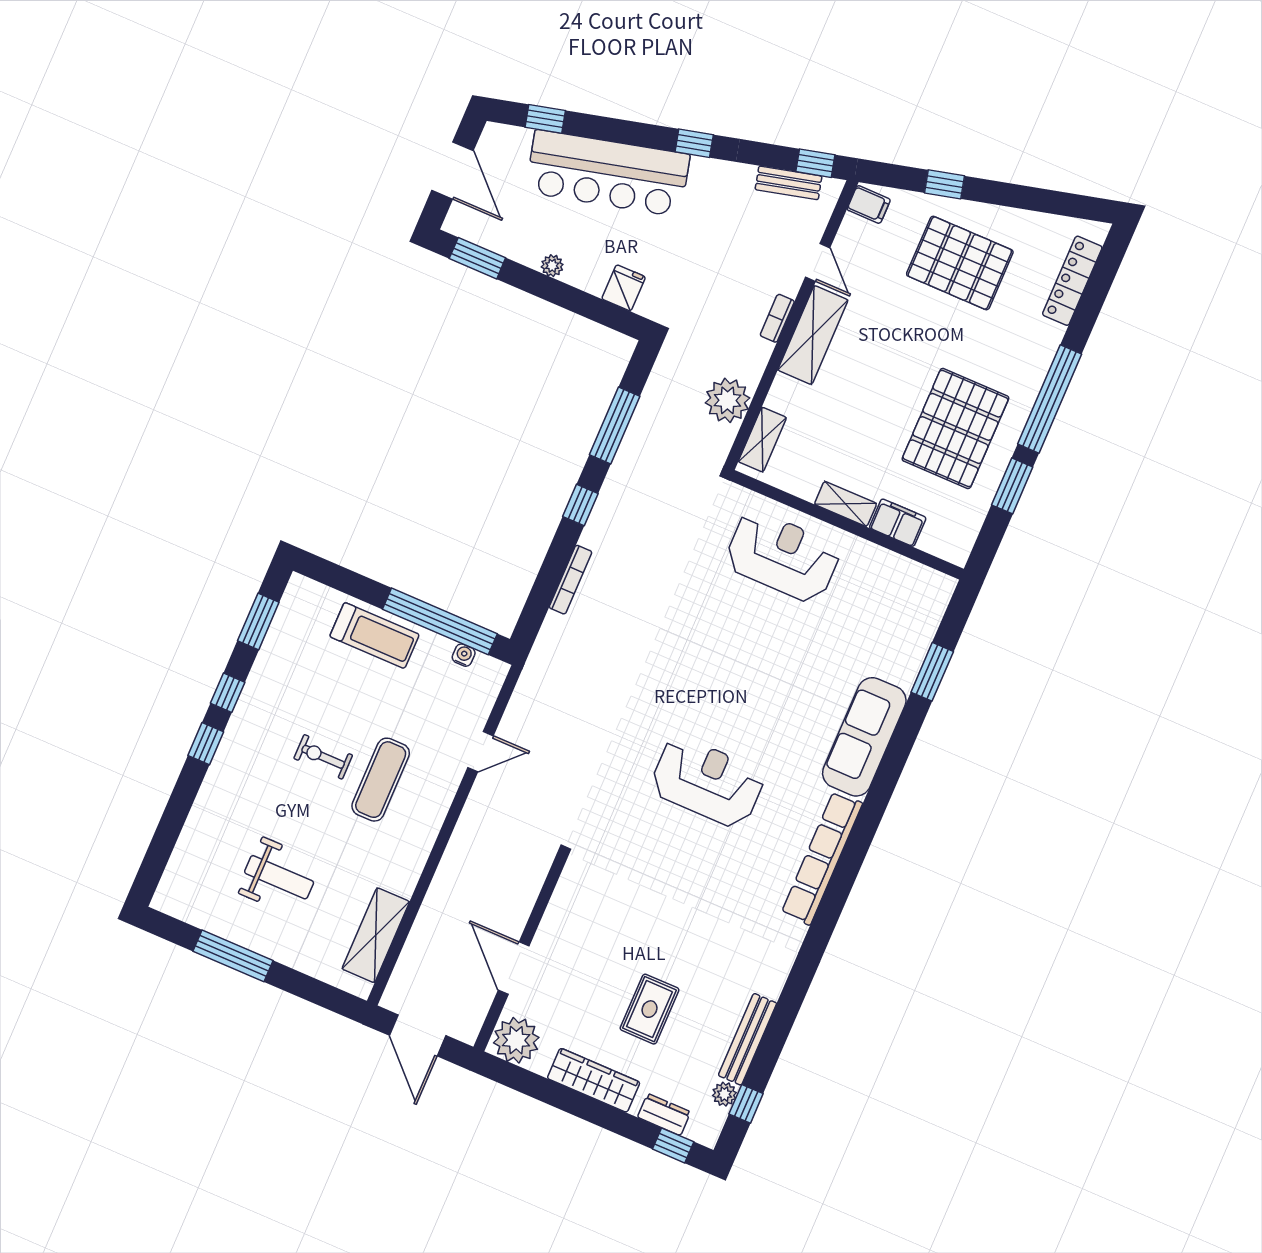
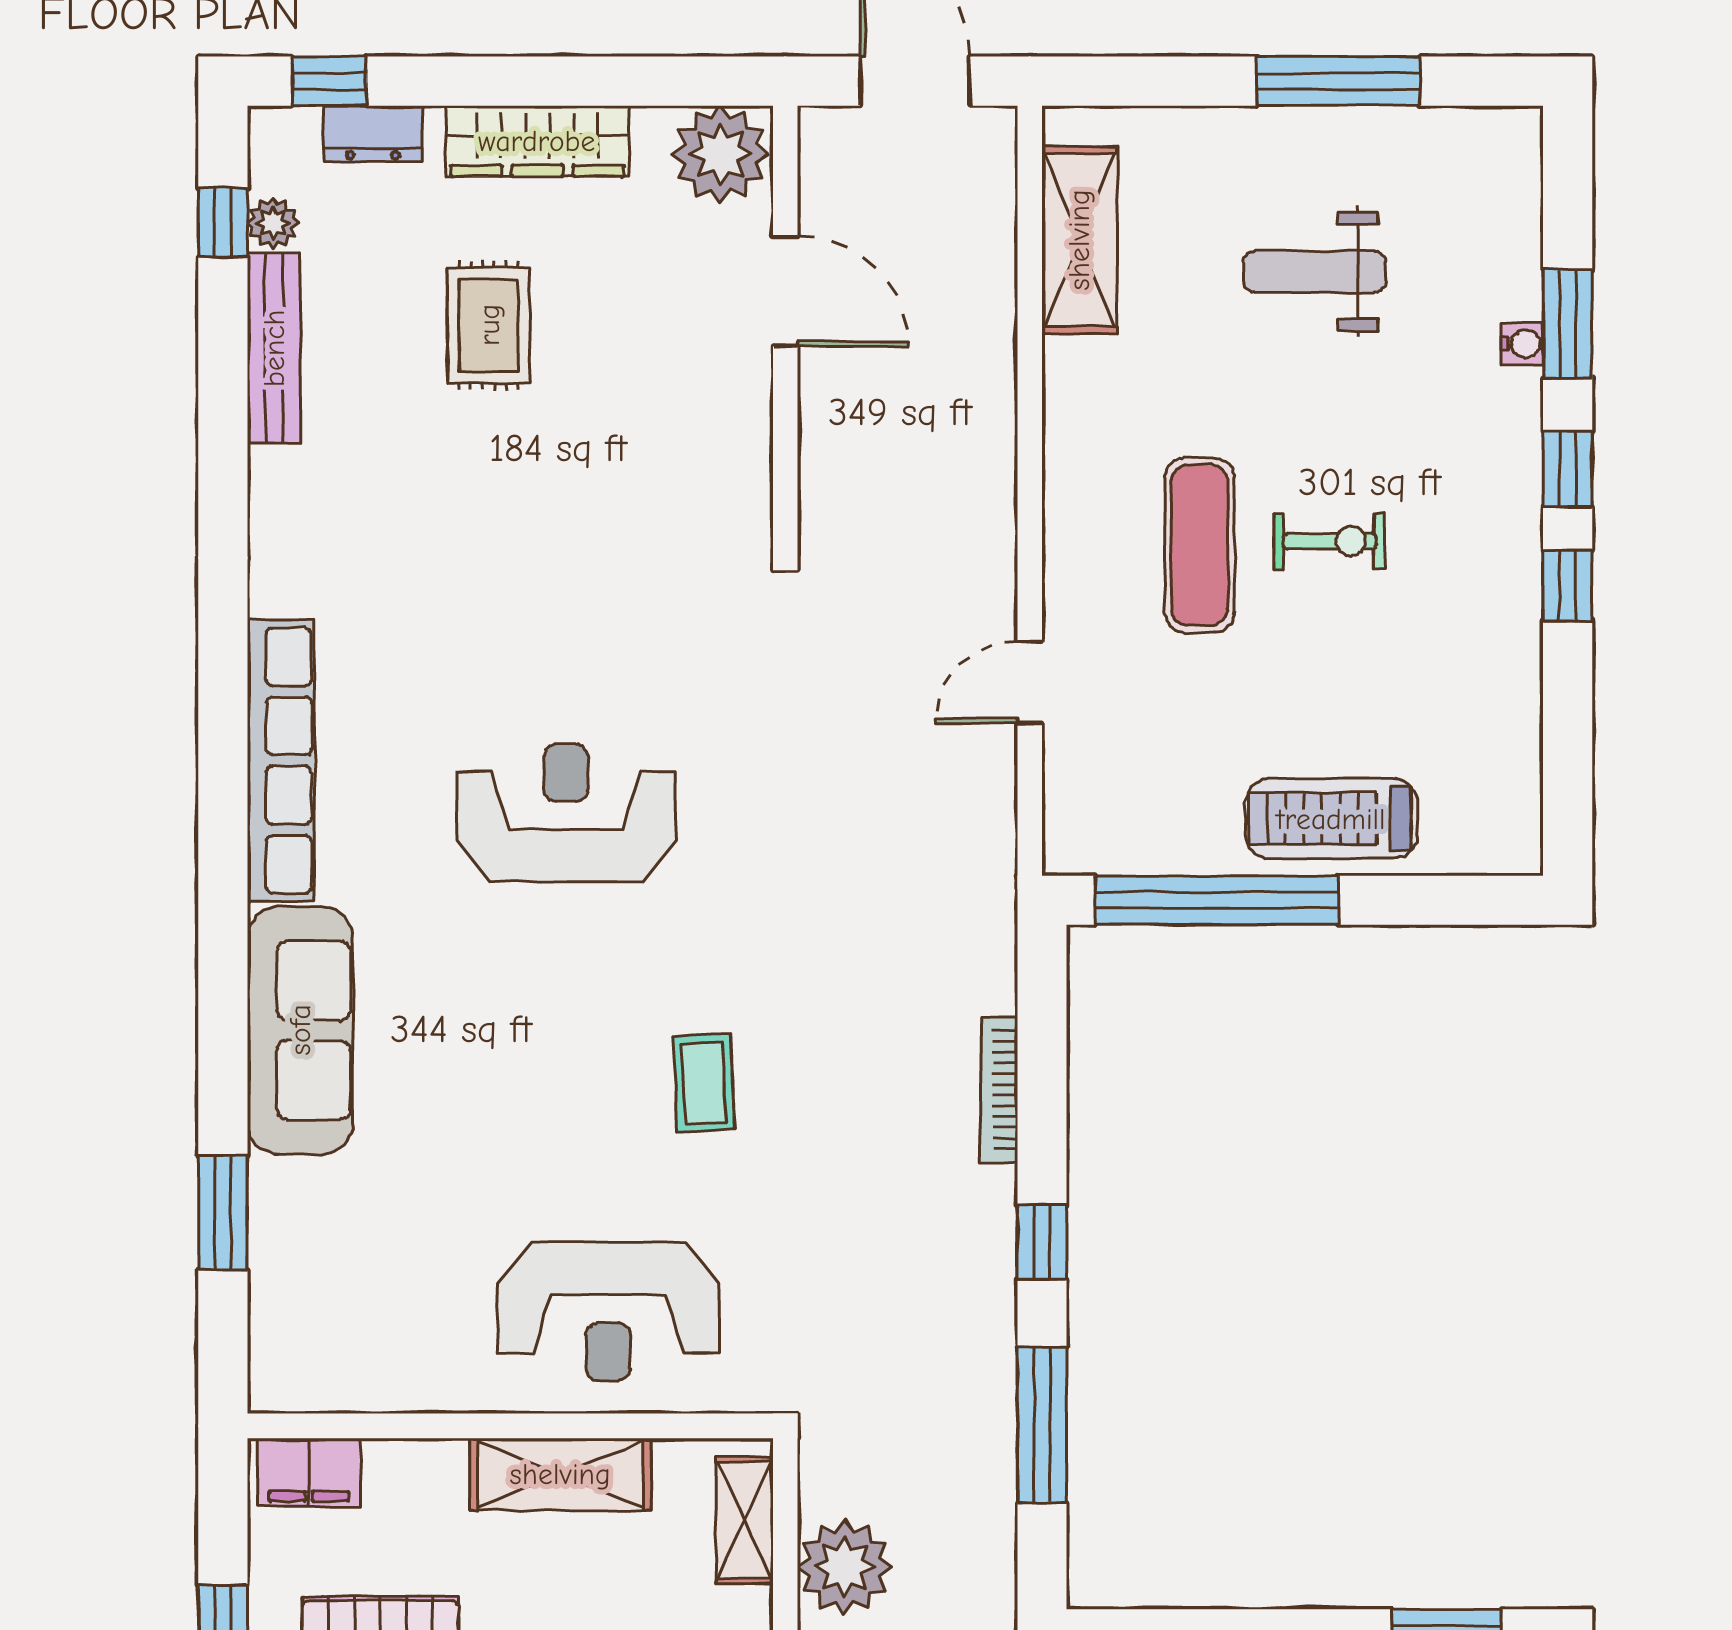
shelving: (846, 504) -> (560, 1474), width x1.50, depth x1.33
filing cabinet: (898, 523) -> (309, 1472), moved
window: (258, 622) -> (1568, 324), moved
coffee table: (698, 638) -> (704, 1083), added
water cooler: (464, 655) -> (1522, 344), moved, turned -90
reception desk: (707, 782) -> (566, 813), turned 180

